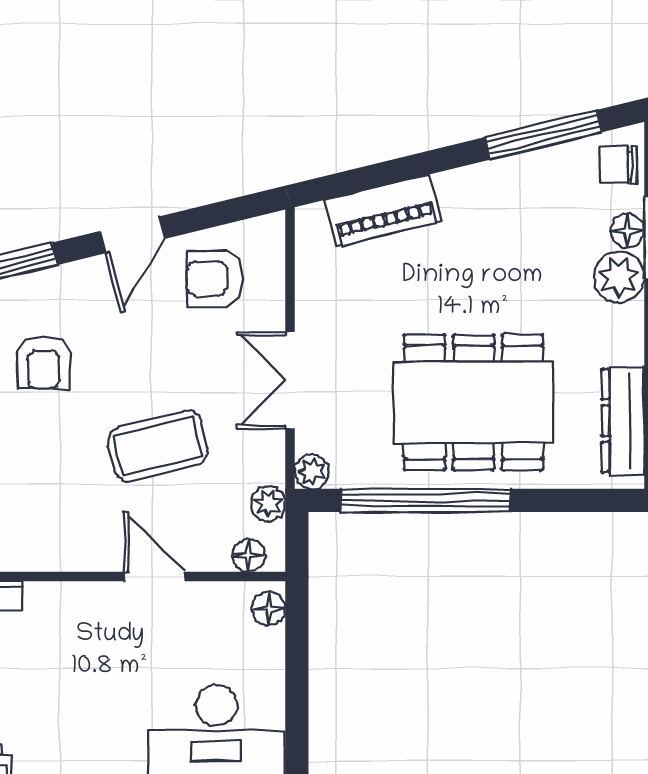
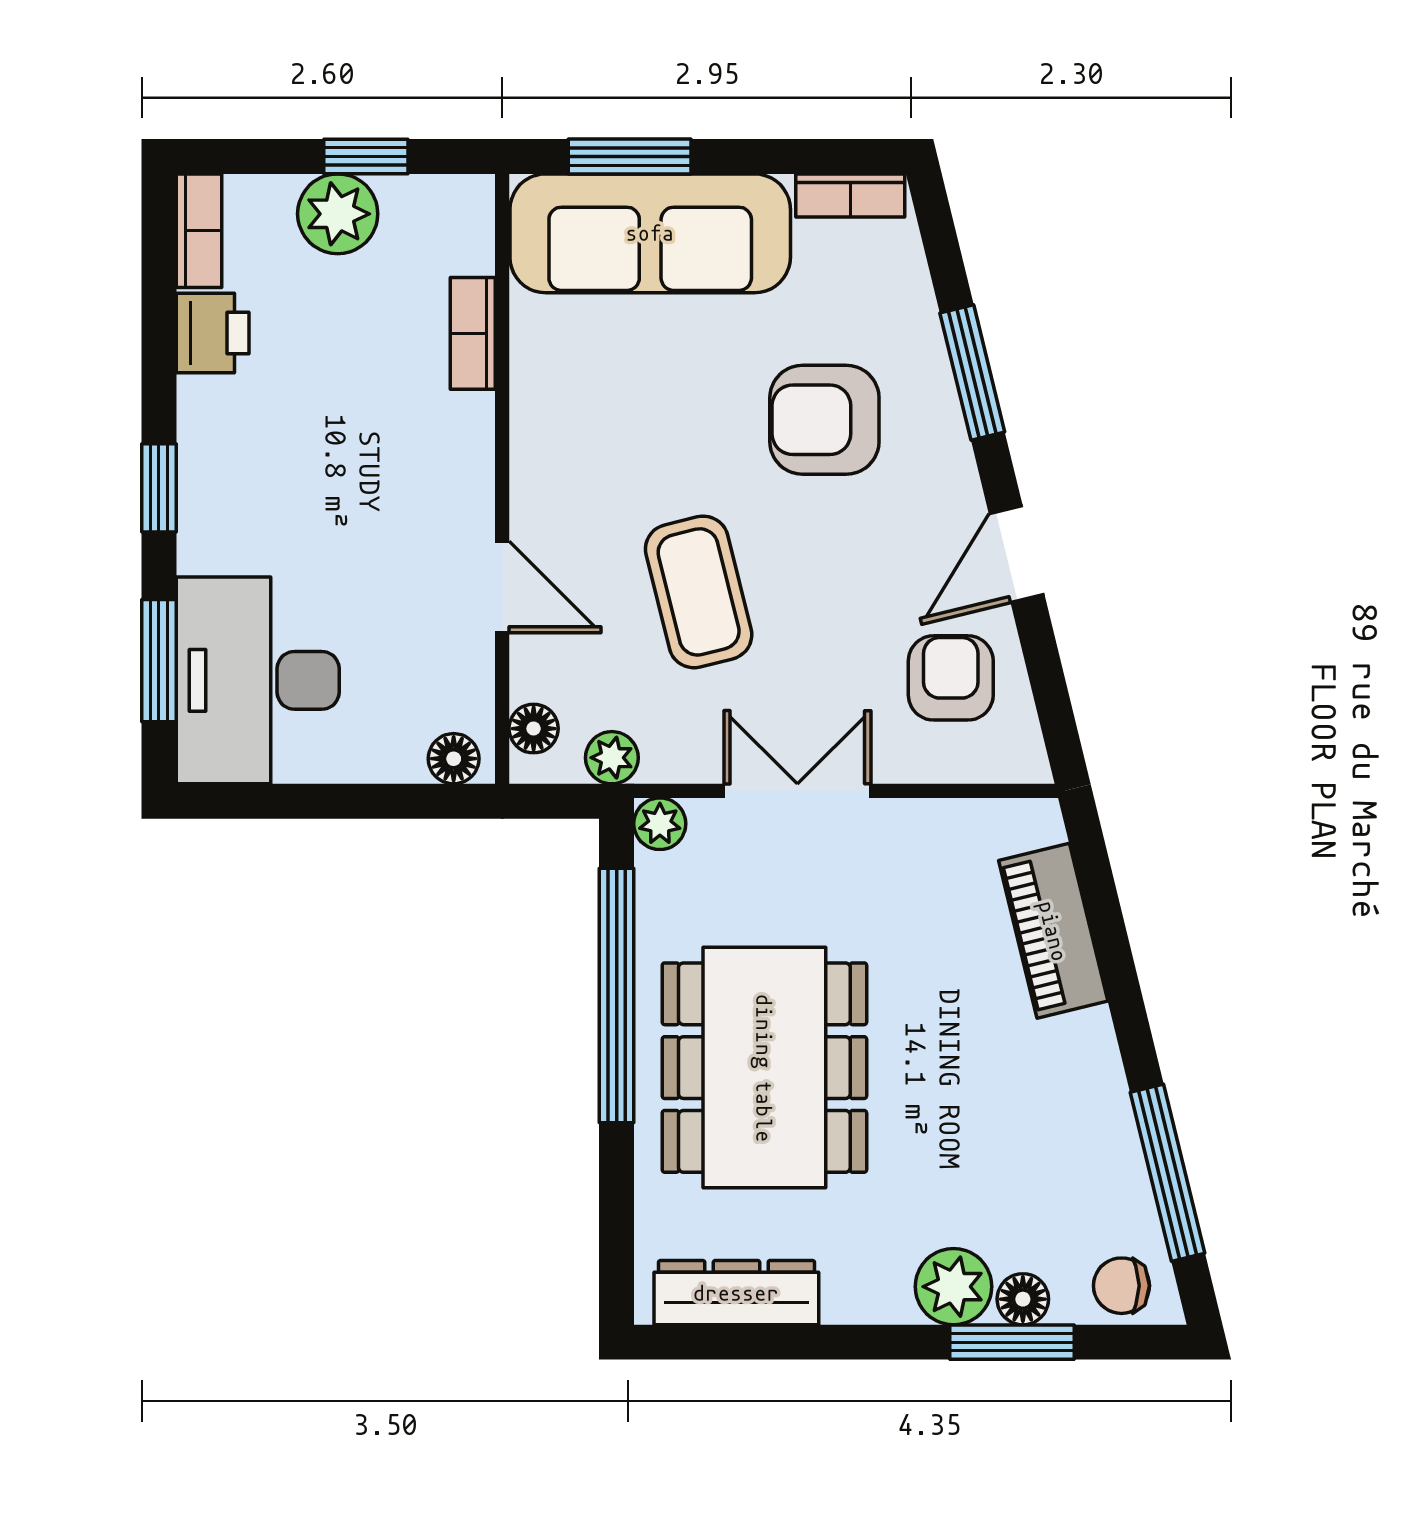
chair: (618, 165) -> (1121, 1286), turned -90
door: (133, 235) -> (1017, 554), hinge flipped
armchair: (43, 362) -> (824, 420), width x1.38, depth x1.38
door: (155, 576) -> (502, 587), hinge flipped

